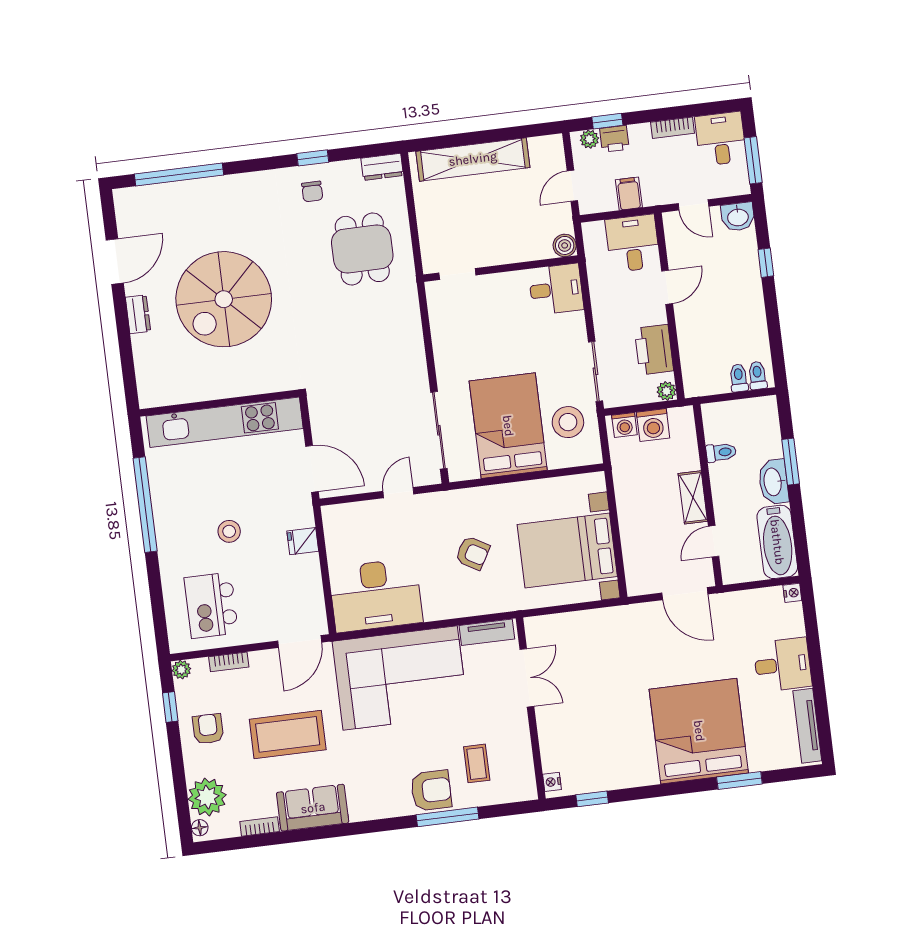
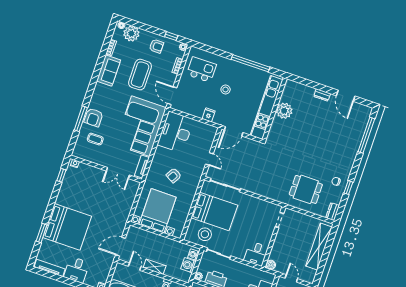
spiral stairs: (224, 299) -> (312, 129), removed
plant: (213, 380) -> (284, 111), added

